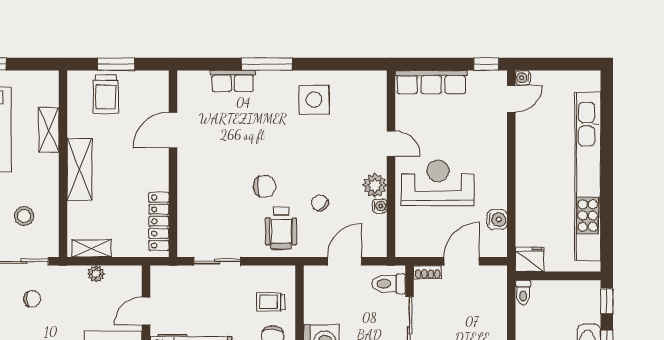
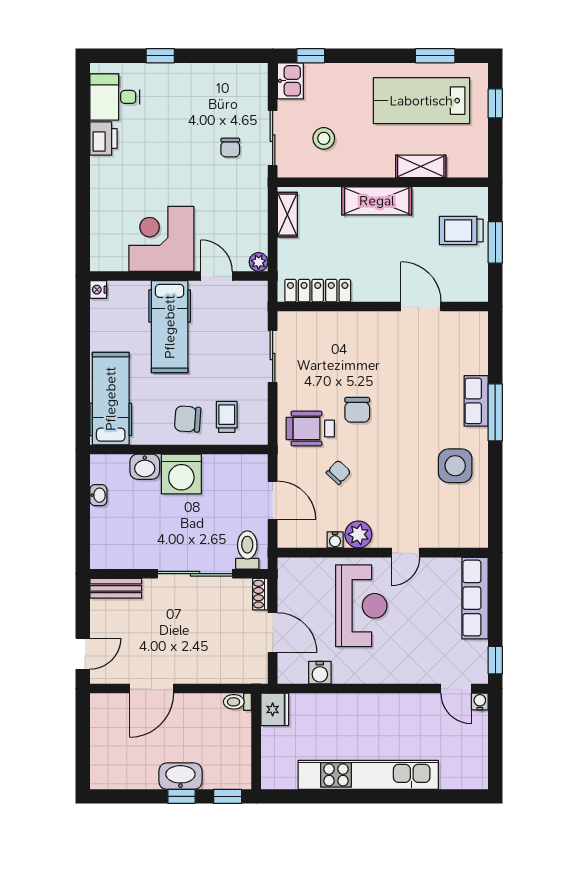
row of seats: (233, 81) -> (476, 401), moved
kitchen unit: (588, 177) -> (368, 775), width x0.73
plant: (96, 274) -> (259, 262), moved

